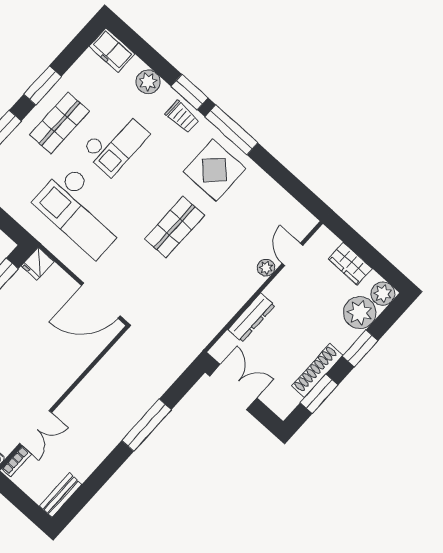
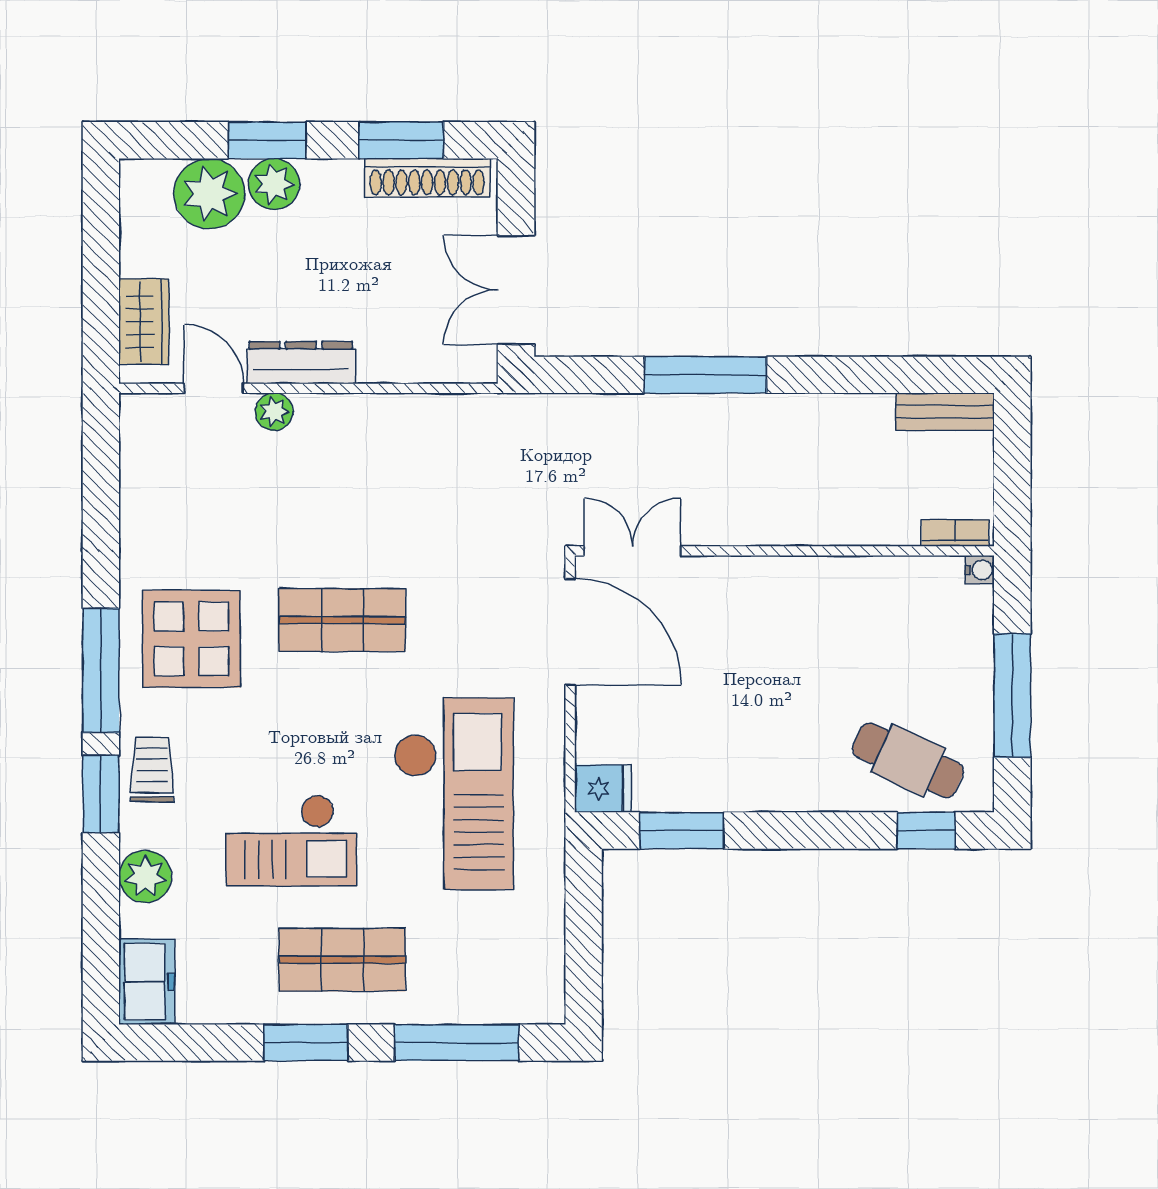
checkout: (116, 142) -> (291, 840), turned 180
door: (292, 254) -> (214, 388), swing flipped
wardrobe: (350, 264) -> (144, 322), moved
plant: (383, 294) -> (274, 184), moved
dresser: (251, 317) -> (301, 363), moved
shoe rack: (317, 371) -> (427, 178), moved
double door: (36, 428) -> (633, 551), moved

